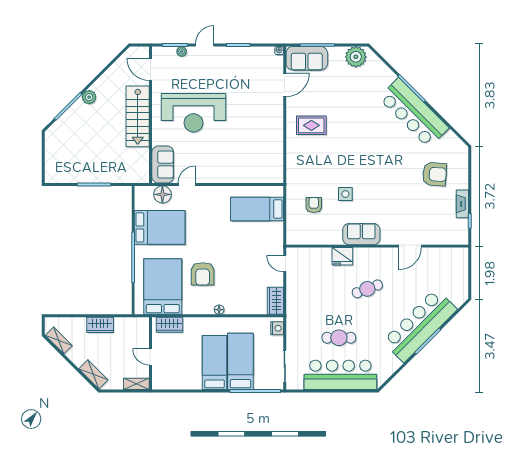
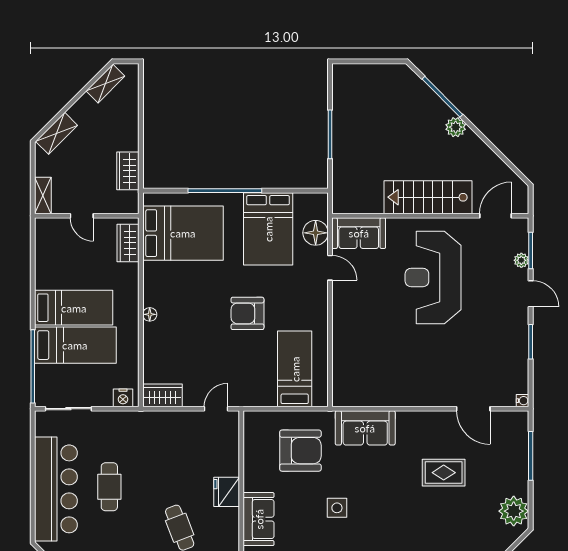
sofa: (307, 58) -> (365, 428), moved, turned -90
rug: (311, 125) -> (444, 473), moved, turned 90
side table: (345, 194) -> (337, 508), moved
armchair: (314, 205) -> (300, 451), width x1.88, depth x1.88
armchair: (203, 274) -> (247, 313), moved
wardrobe: (100, 325) -> (128, 171), moved
door: (151, 357) -> (82, 216), swing flipped

